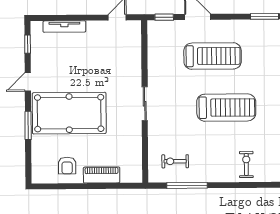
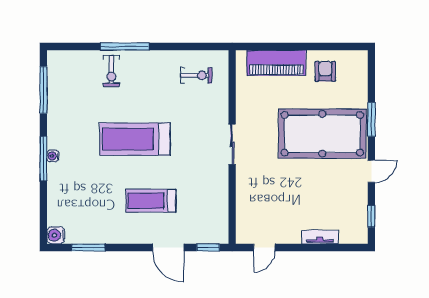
tv unit: (64, 27) -> (320, 237), width x0.71
treadmill: (213, 56) -> (151, 201), width x0.73, depth x0.73
piano: (102, 175) -> (276, 63), width x1.37, depth x1.33
window: (187, 185) -> (125, 47), moved

